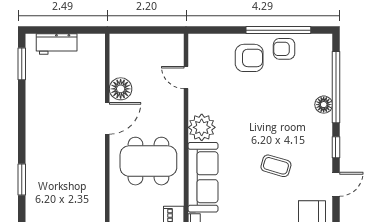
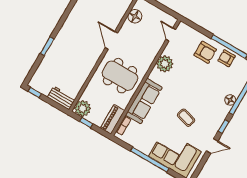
door: (186, 78) -> (171, 34), moved
floor lamp: (121, 89) -> (135, 16), moved
door: (107, 118) -> (111, 40), swing flipped
plant: (202, 127) -> (165, 64), moved

